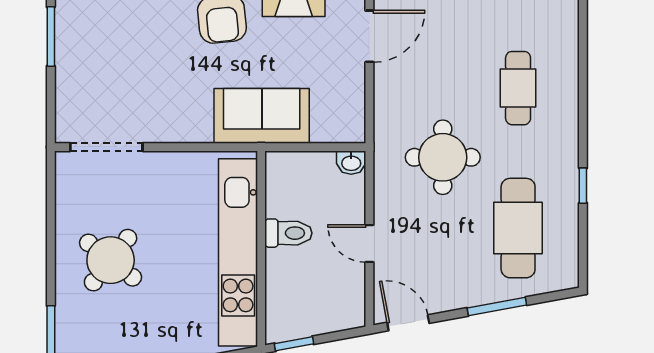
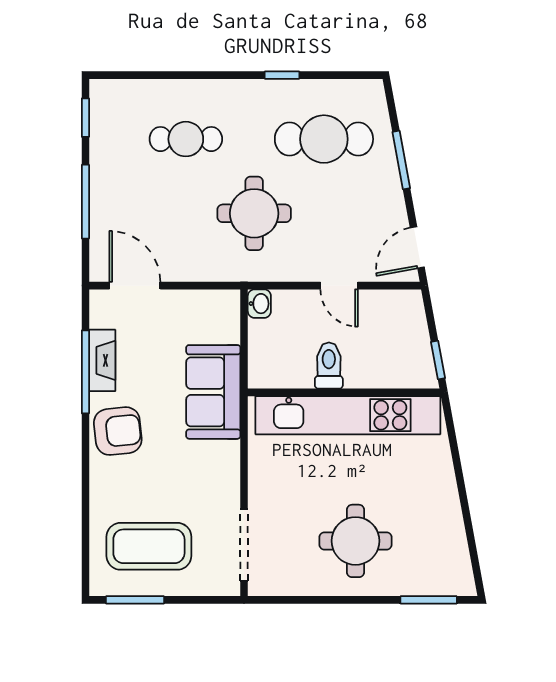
coffee table: (105, 51) -> (149, 546), added
door: (369, 244) -> (339, 286), hinge flipped
round table: (111, 260) -> (355, 541), turned -38

